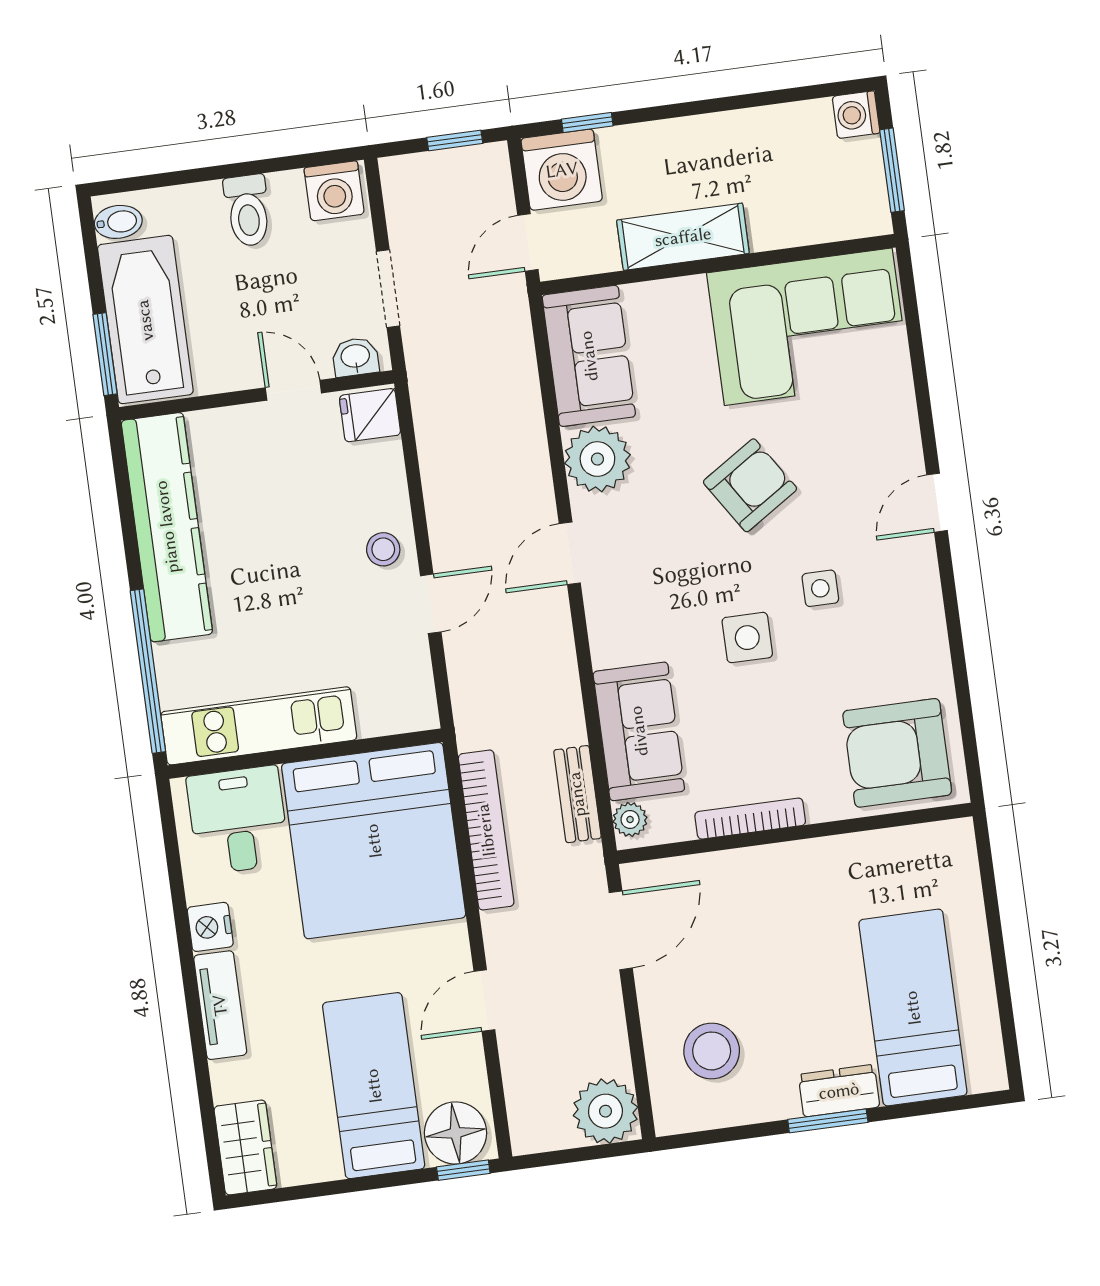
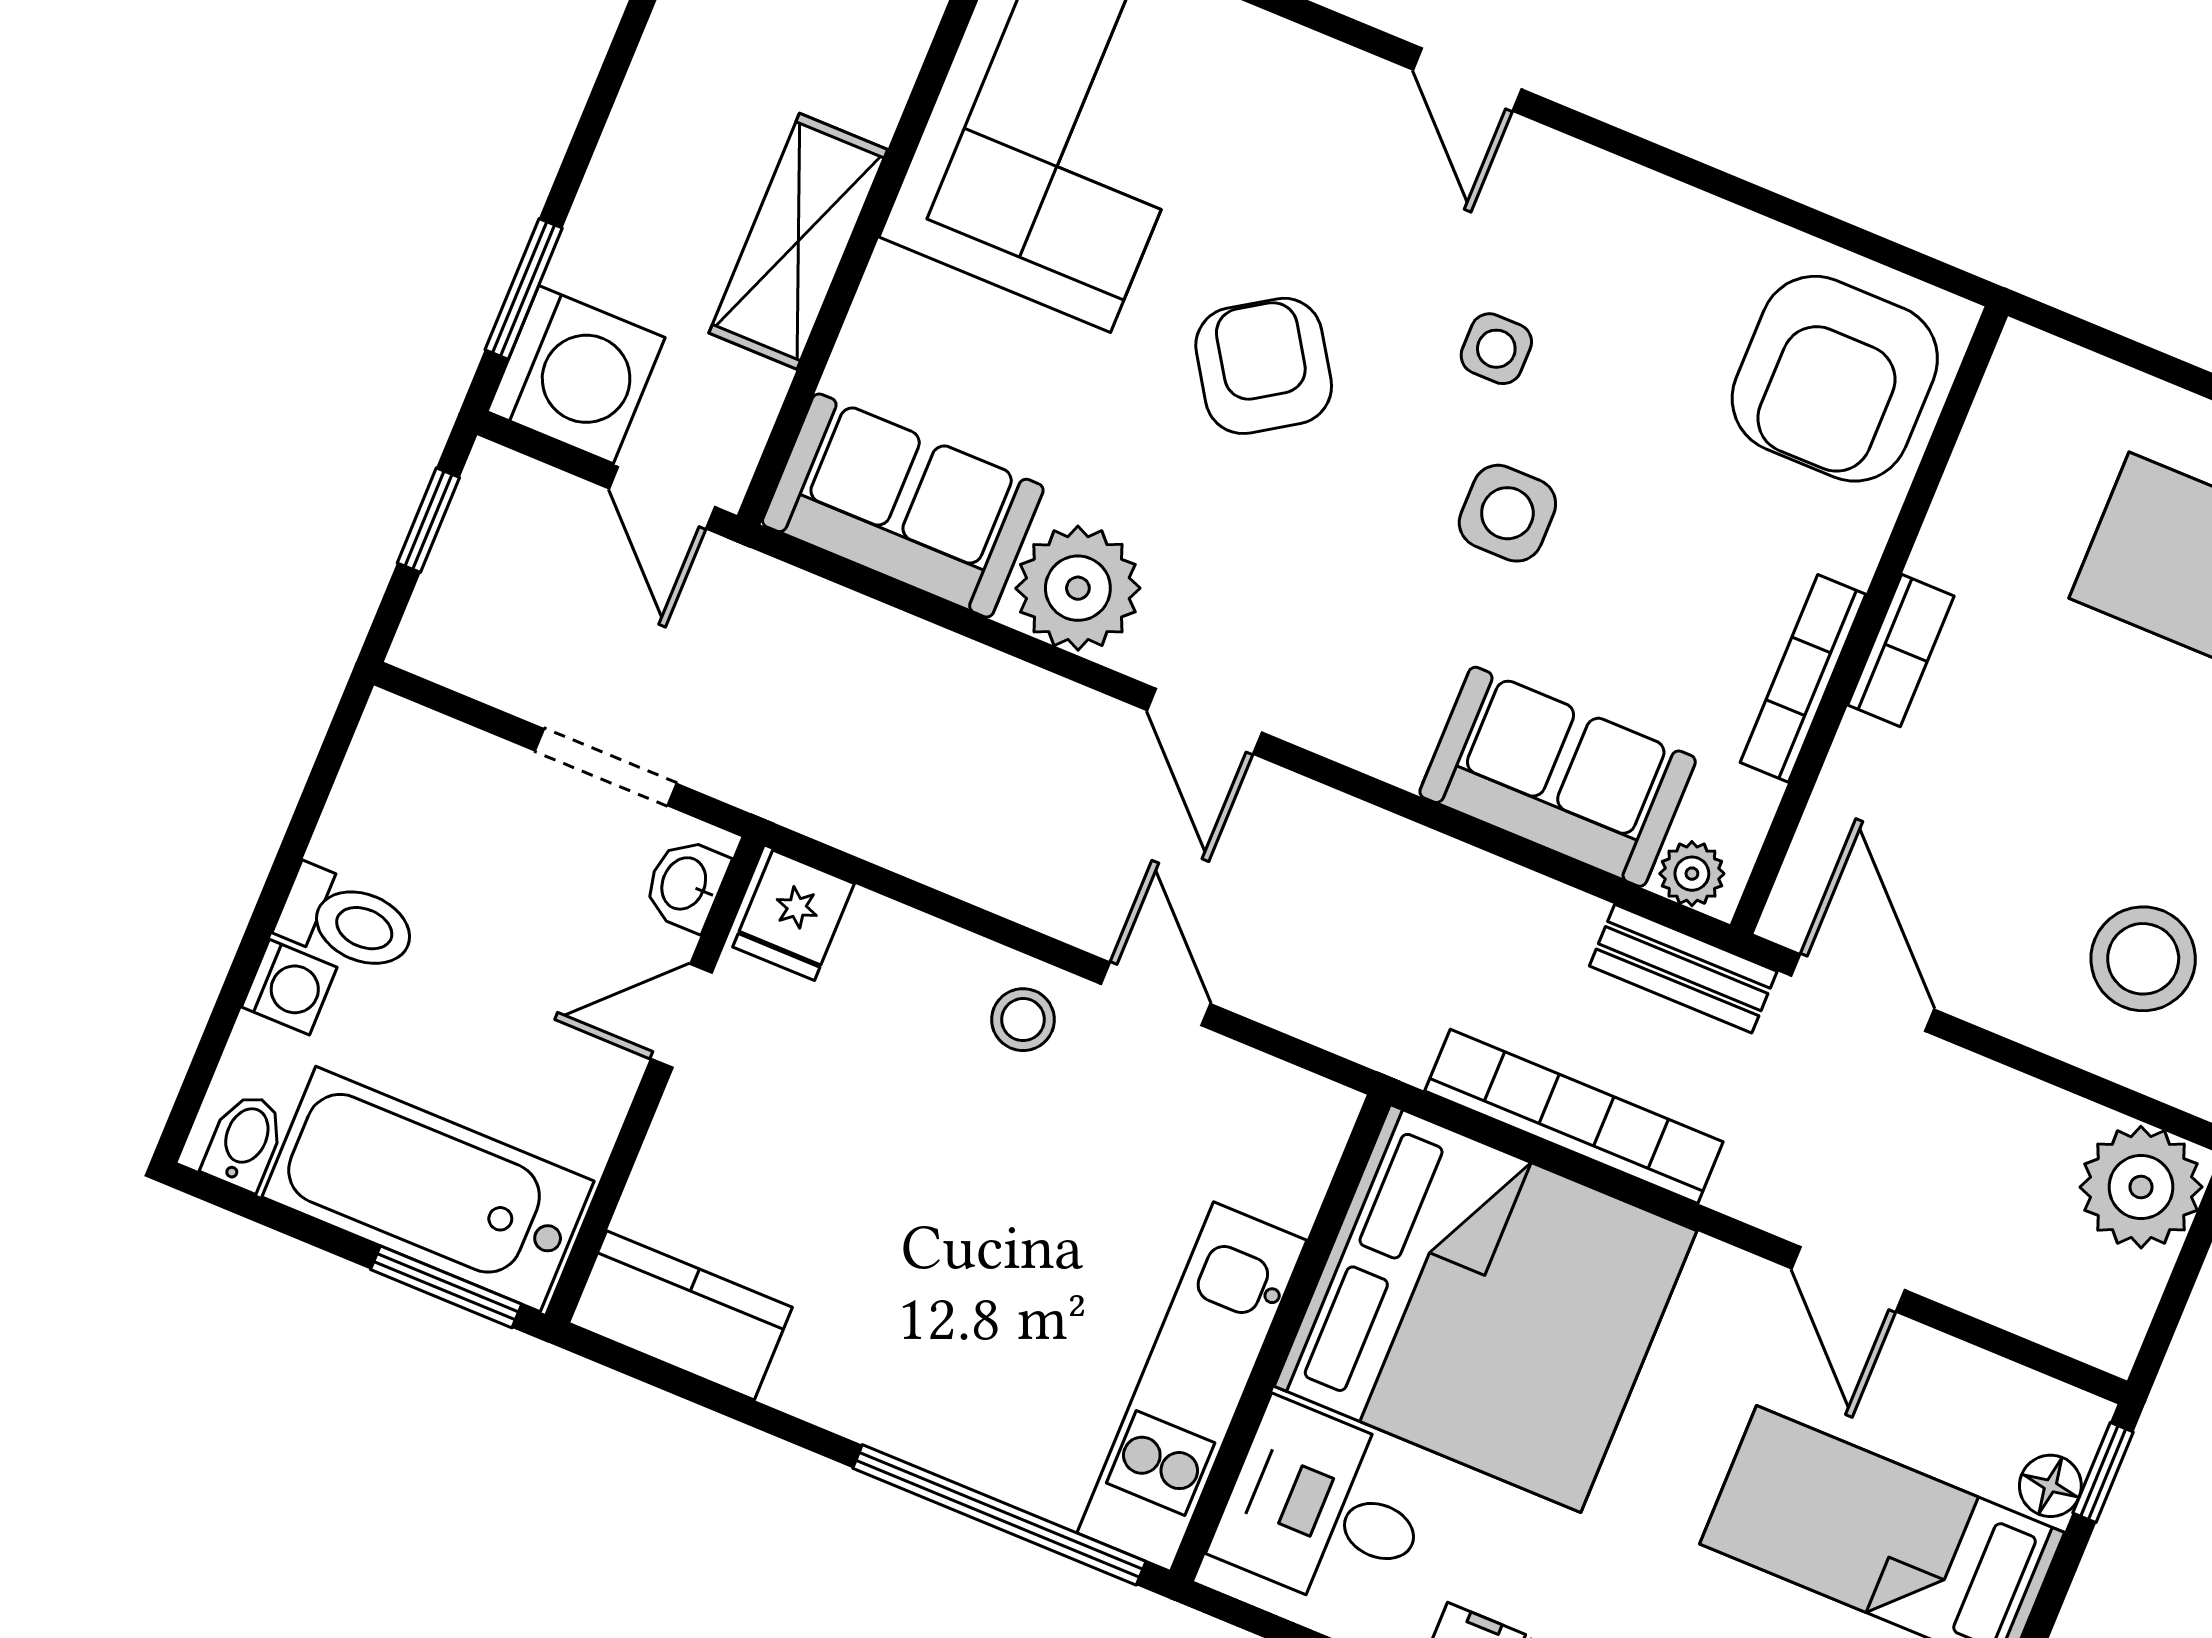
window: (587, 123) -> (524, 289), width x1.50
washing machine: (334, 191) -> (289, 987), moved, width x0.73, depth x0.73
kitchen counter: (167, 527) -> (680, 1315), width x0.48, depth x0.86
bench: (577, 794) -> (1683, 969), moved
bookcase: (789, 856) -> (1901, 650), added
floor lamp: (456, 1133) -> (2050, 1486), width x0.53, depth x0.53

